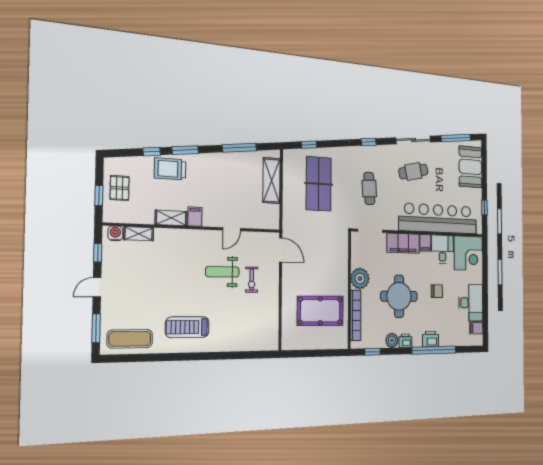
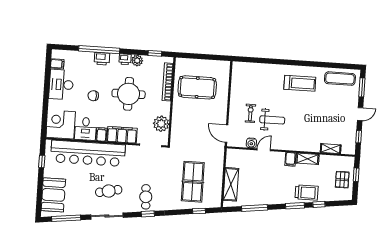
cafe table: (369, 188) -> (146, 197), moved
water cooler: (115, 233) -> (251, 143), moved
plant: (360, 279) -> (161, 124), moved

